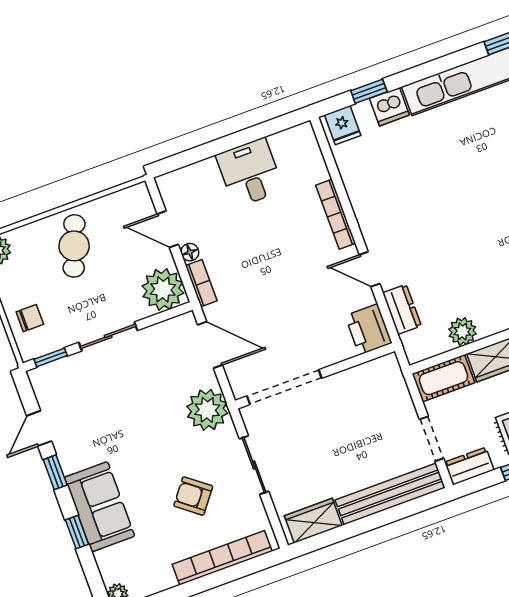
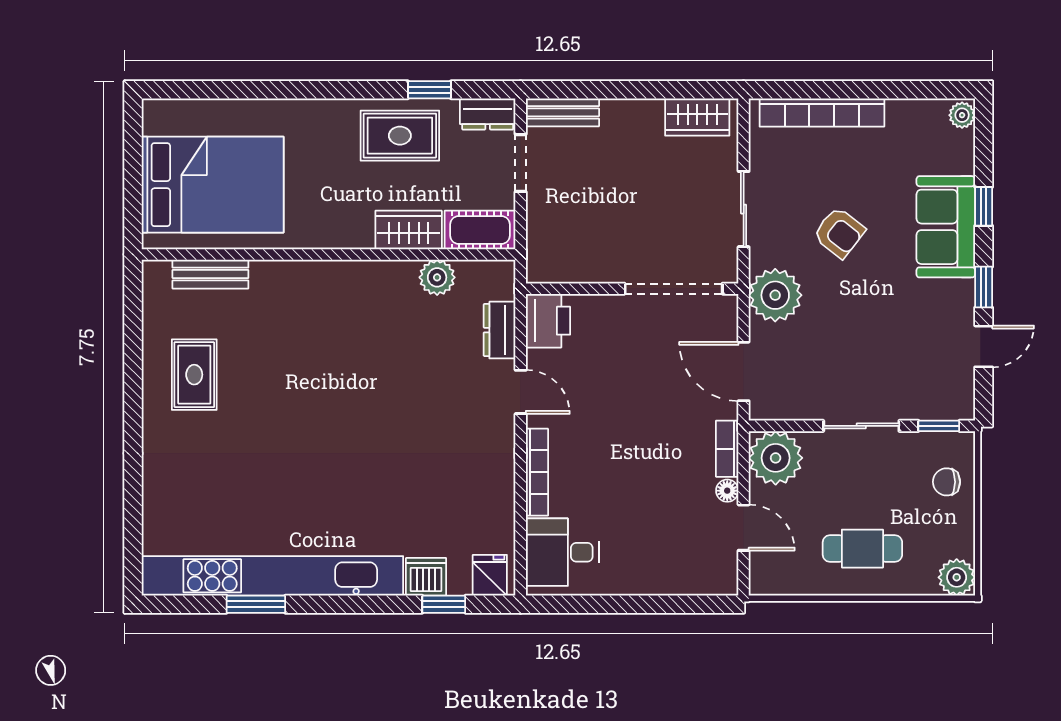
desk: (250, 173) -> (562, 552), moved, turned 90
cafe table: (74, 246) -> (862, 549), turned 69
bench: (390, 494) -> (562, 112), width x0.54, depth x0.82
armchair: (193, 496) -> (839, 233), moved

